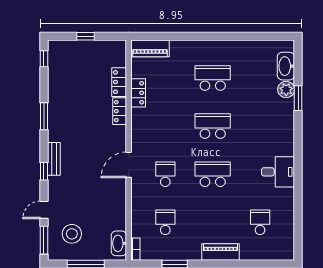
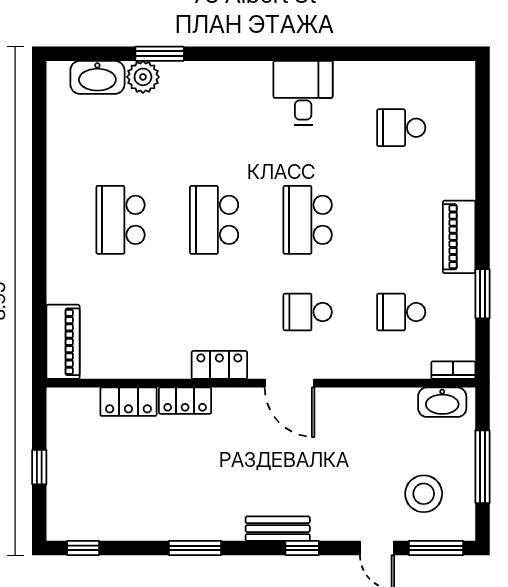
locker: (138, 93) -> (219, 365), moved
piano: (220, 252) -> (459, 237), moved

